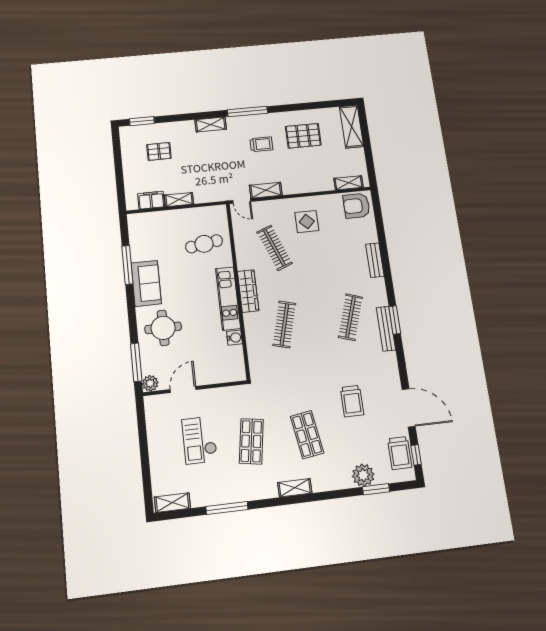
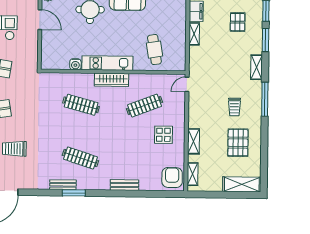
window: (177, 118) -> (266, 40), added
shelving: (266, 190) -> (194, 141), moved
bench: (386, 329) -> (63, 185), width x0.73

